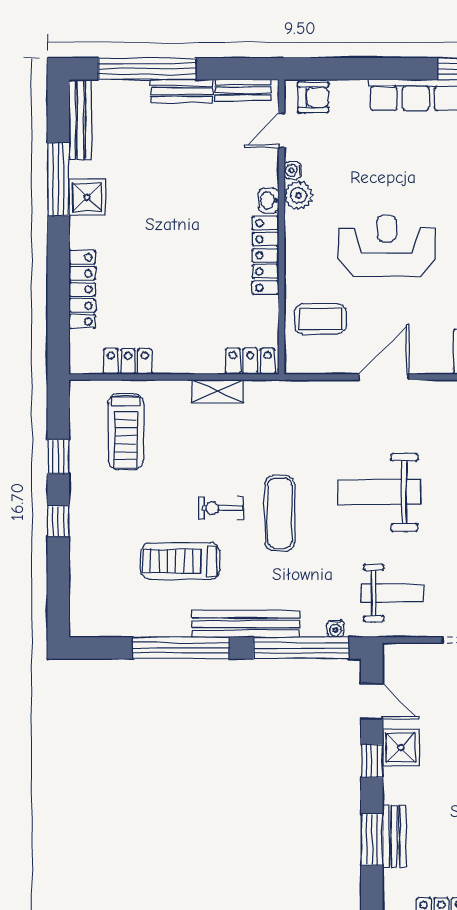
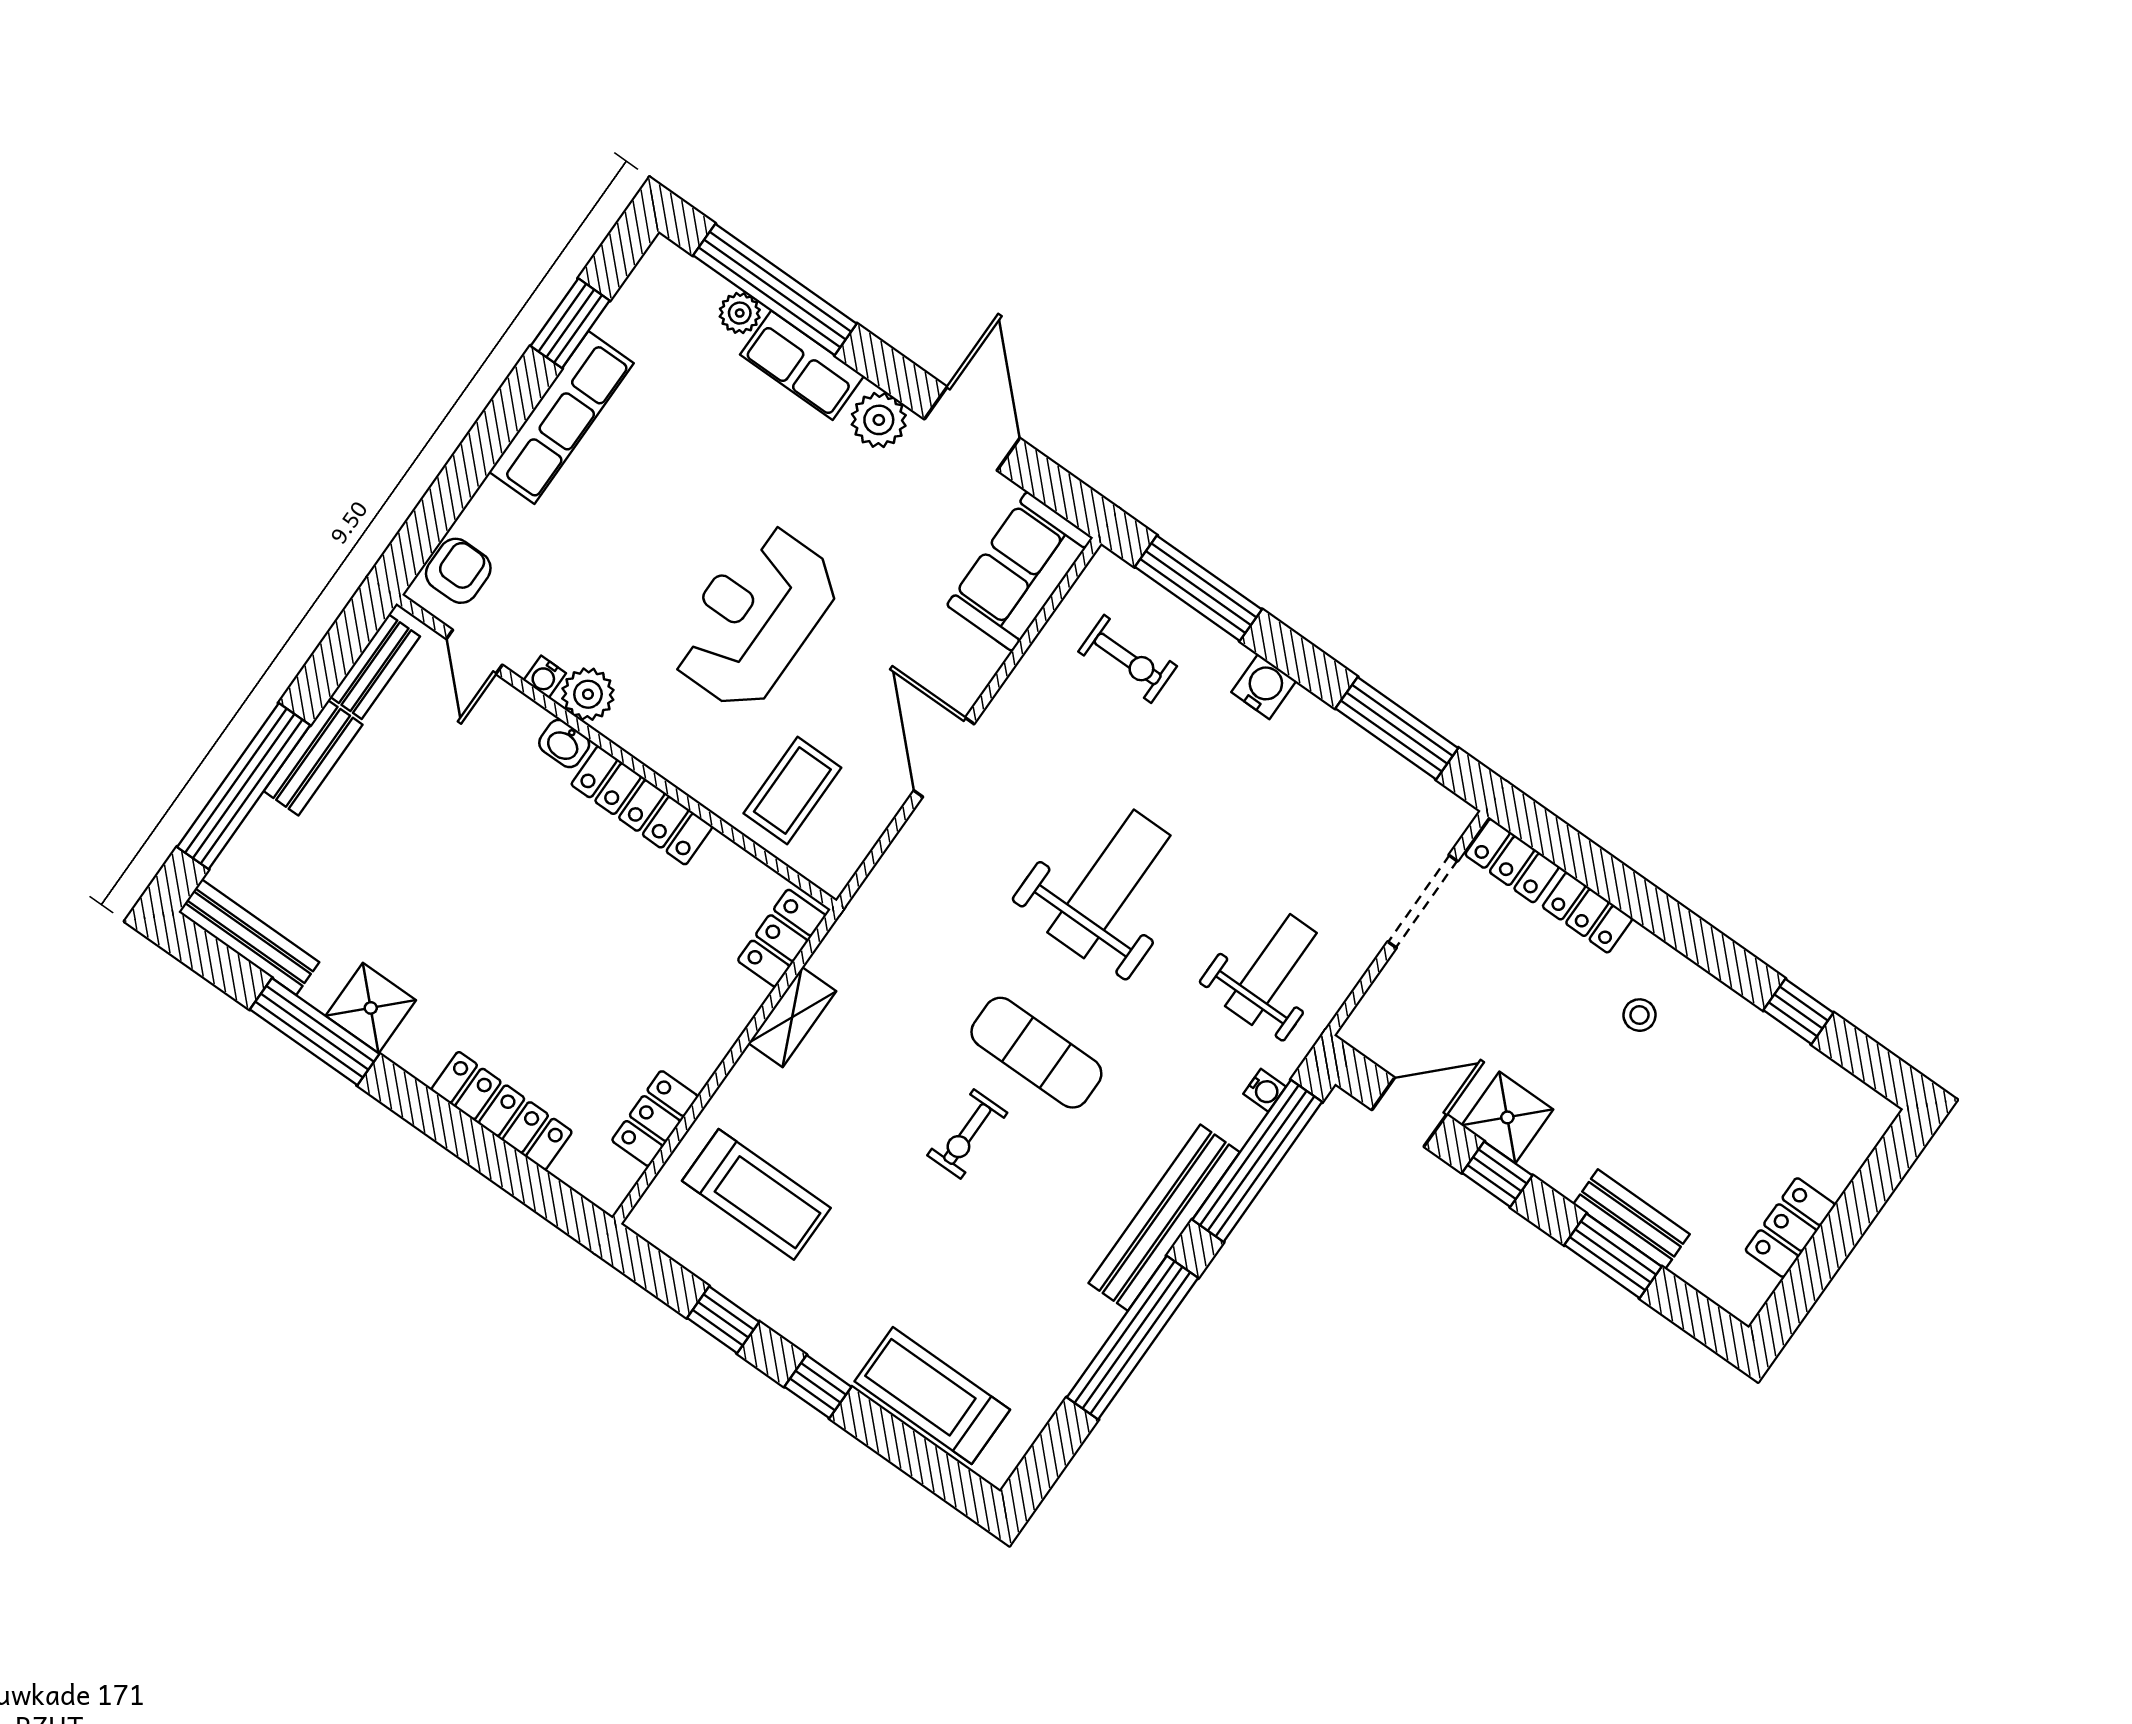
weight bench: (379, 492) -> (1109, 884), turned 180
treadmill: (180, 561) -> (932, 1395), moved, turned 90

